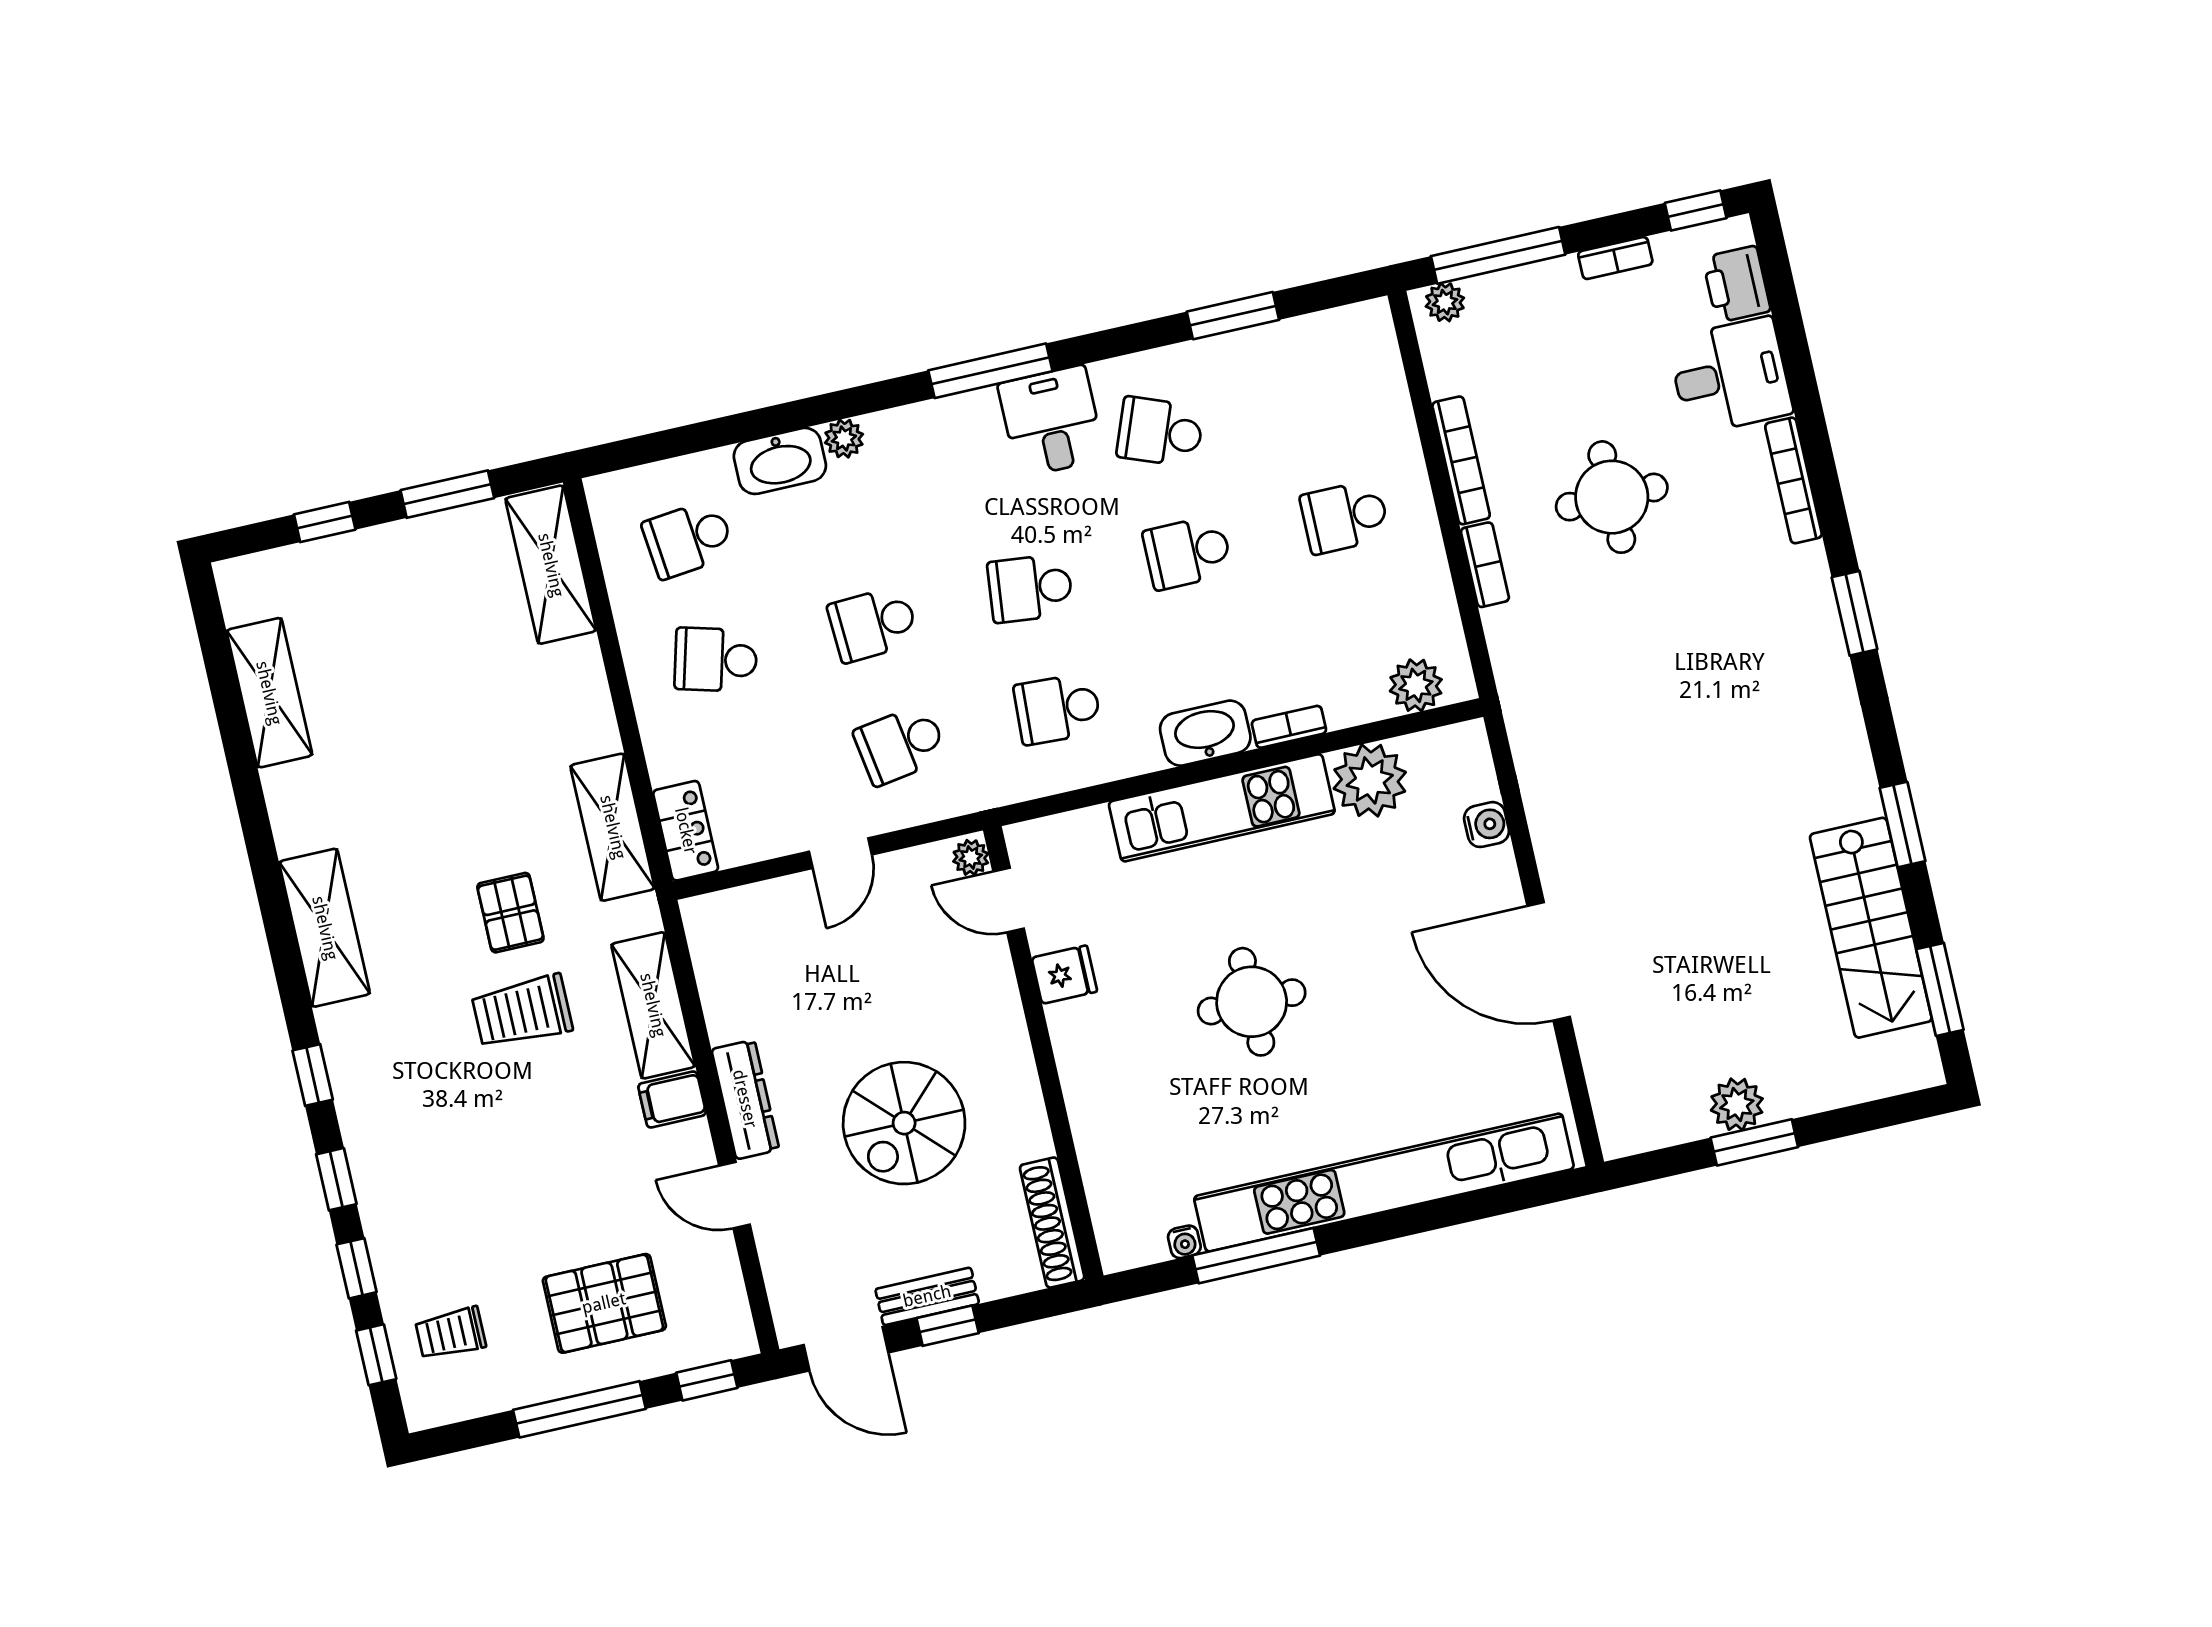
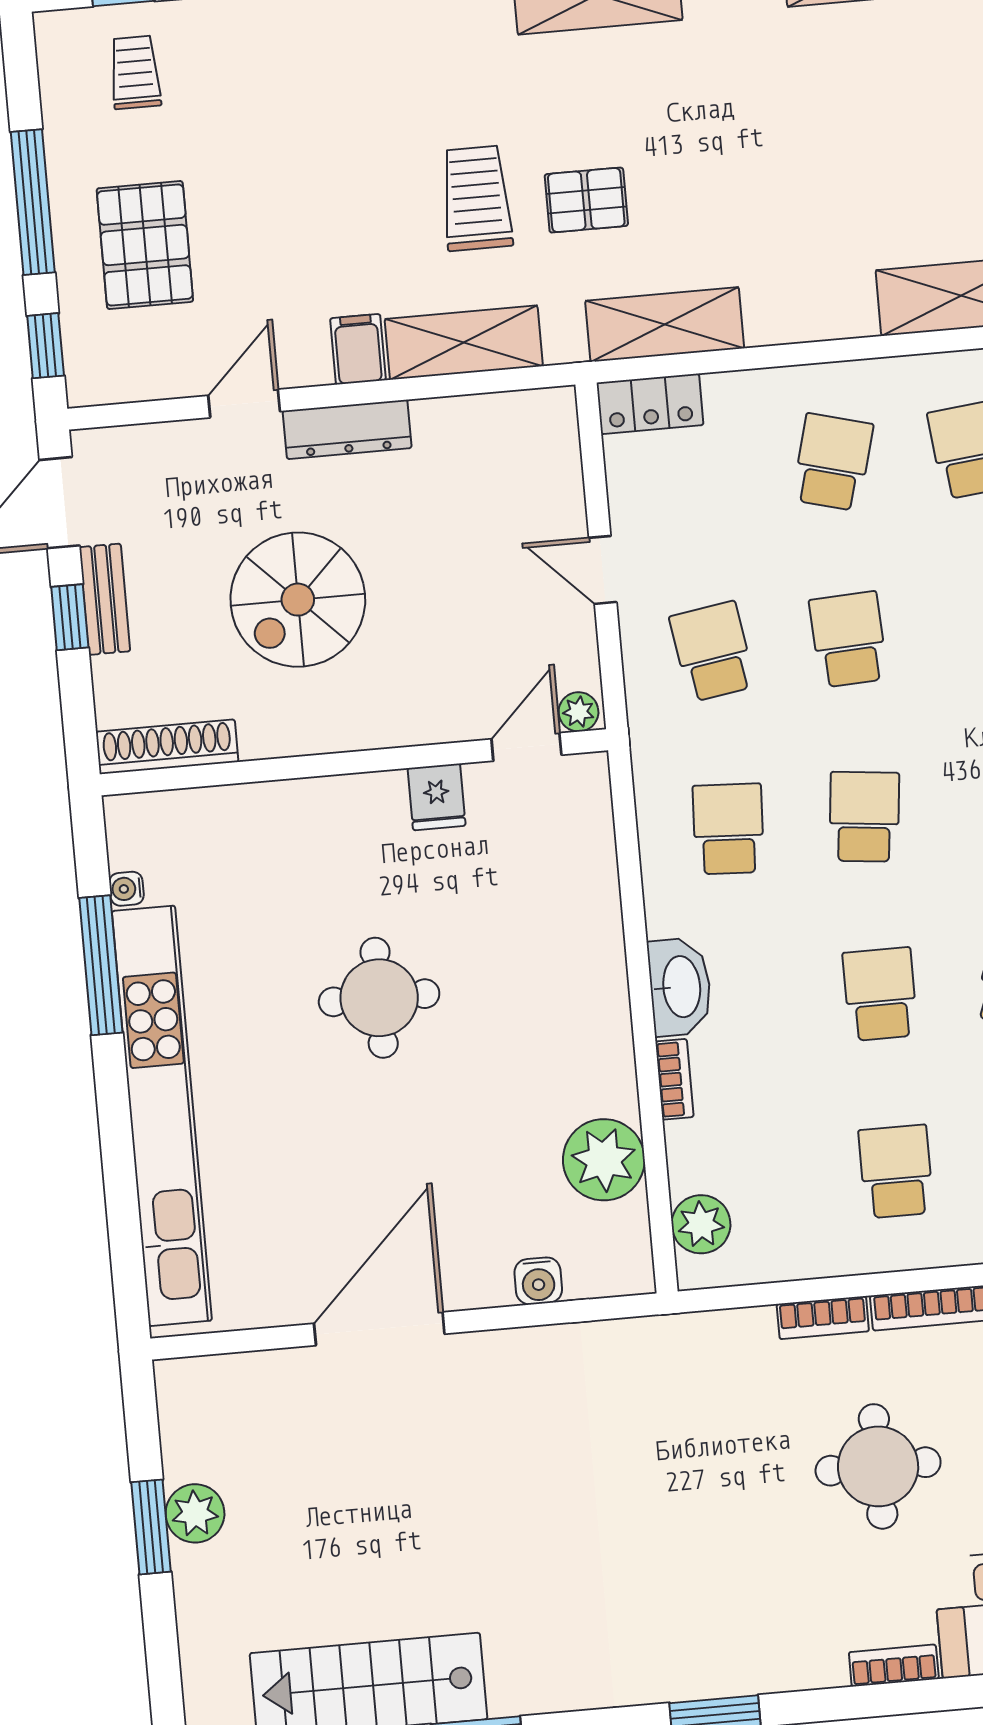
bookcase: (1793, 480) -> (894, 1665), width x0.64
kitchen unit: (1222, 808) -> (596, 994), removed
spiral stairs: (904, 1123) -> (298, 600), turned -90

